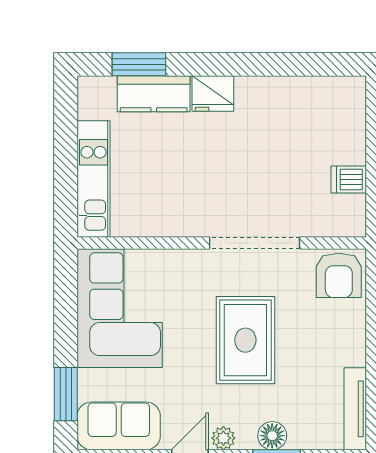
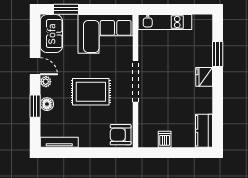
window: (139, 64) -> (218, 54), moved
kitchen counter: (154, 94) -> (204, 131), moved
doorway: (254, 243) -> (135, 81), moved

